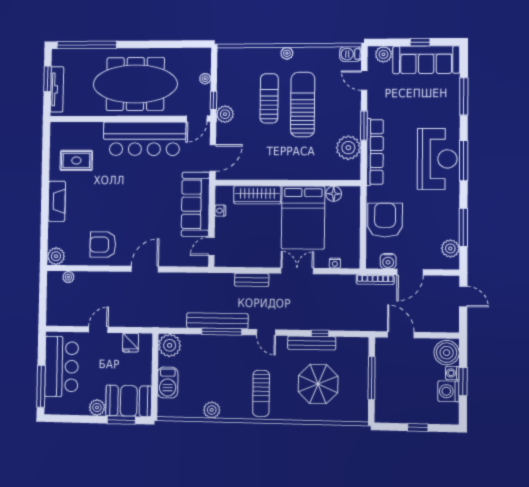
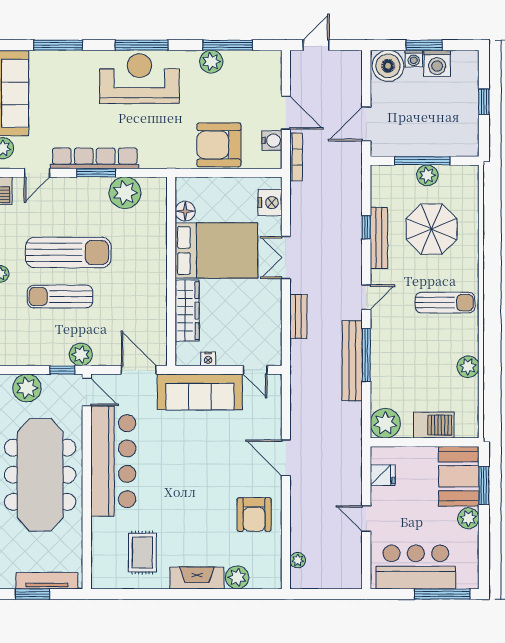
plant: (205, 79) -> (27, 388), width x1.88, depth x1.88
sun lounger: (303, 105) -> (68, 252), turned 180
row of seats: (375, 152) -> (95, 158), moved
plant: (450, 248) -> (211, 62), moved
plant: (56, 256) -> (237, 577), moved
nightstand: (335, 263) -> (270, 203), width x1.89, depth x1.79
plant: (360, 382) -> (427, 175), added

